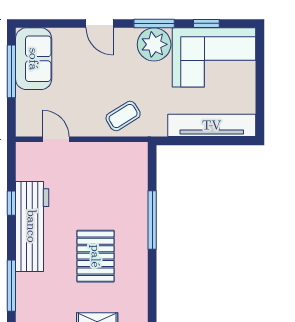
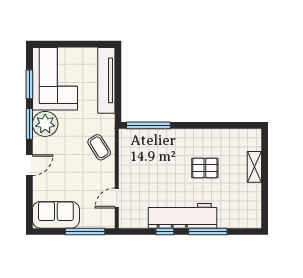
window: (206, 23) -> (29, 84), width x1.50
window: (11, 71) -> (85, 232), moved
window: (152, 220) -> (148, 125), moved
pallet: (96, 256) -> (205, 168), width x0.67, depth x0.71
window: (11, 286) -> (208, 232), moved

